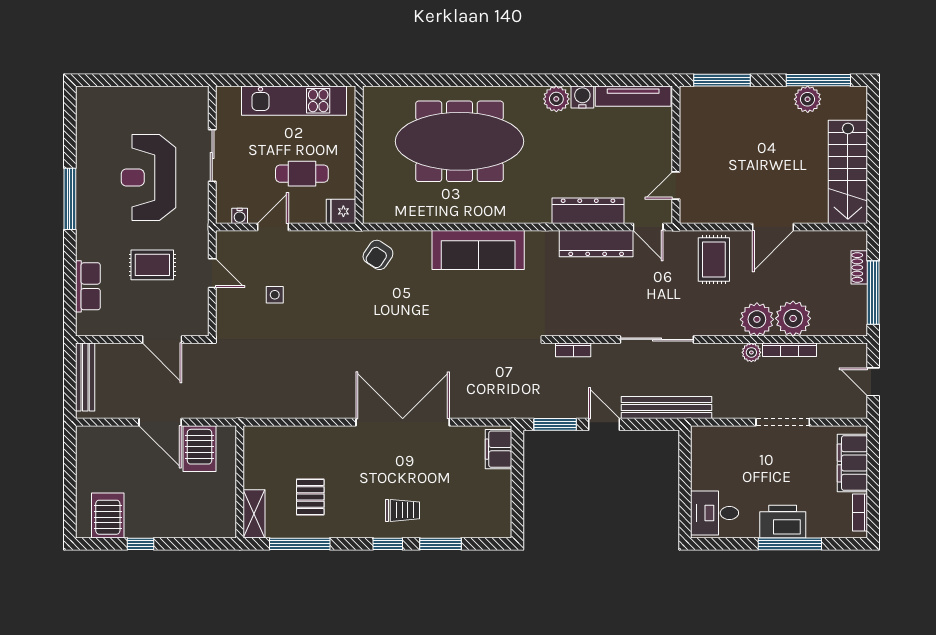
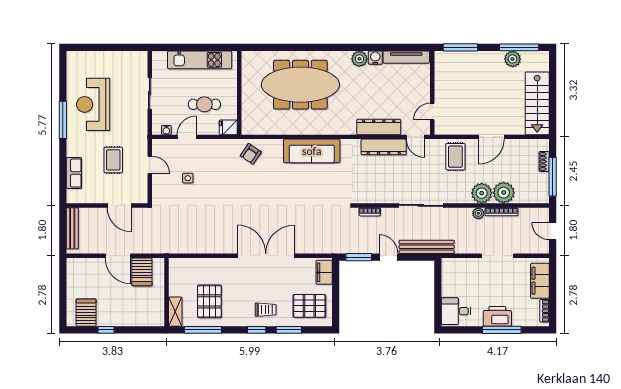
reception desk: (148, 178) -> (93, 104), moved
rug: (152, 265) -> (113, 160), turned 90
pallet: (310, 497) -> (209, 301), width x1.50, depth x1.42
pallet: (474, 504) -> (309, 306), added

